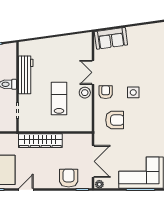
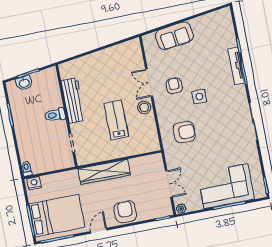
sofa: (111, 38) -> (174, 36), moved
armchair: (106, 92) -> (174, 86), moved
double door: (93, 161) -> (169, 184), width x0.73
armchair: (69, 178) -> (125, 212), moved

